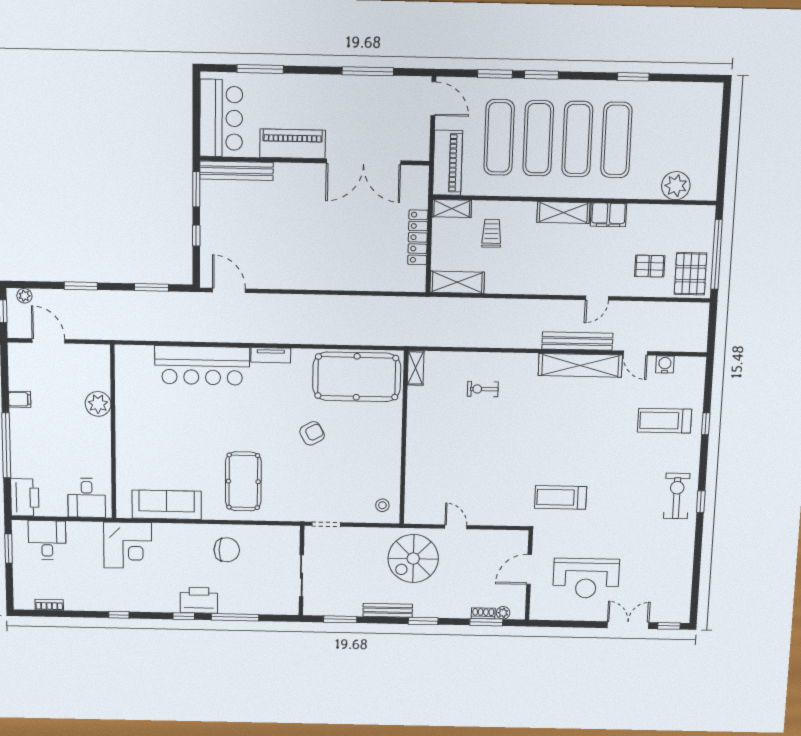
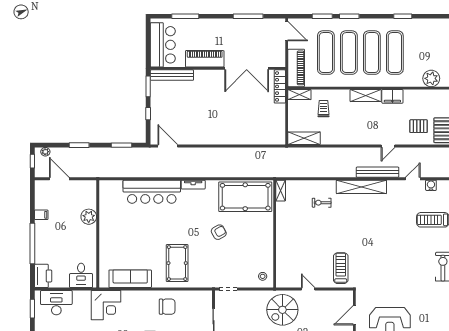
locker: (418, 237) -> (280, 86), moved
door: (635, 353) -> (413, 179), swing flipped
shelving: (580, 365) -> (361, 187), moved
treadmill: (561, 497) -> (341, 268), moved, turned 90
desk: (47, 540) -> (56, 303), width x1.37

